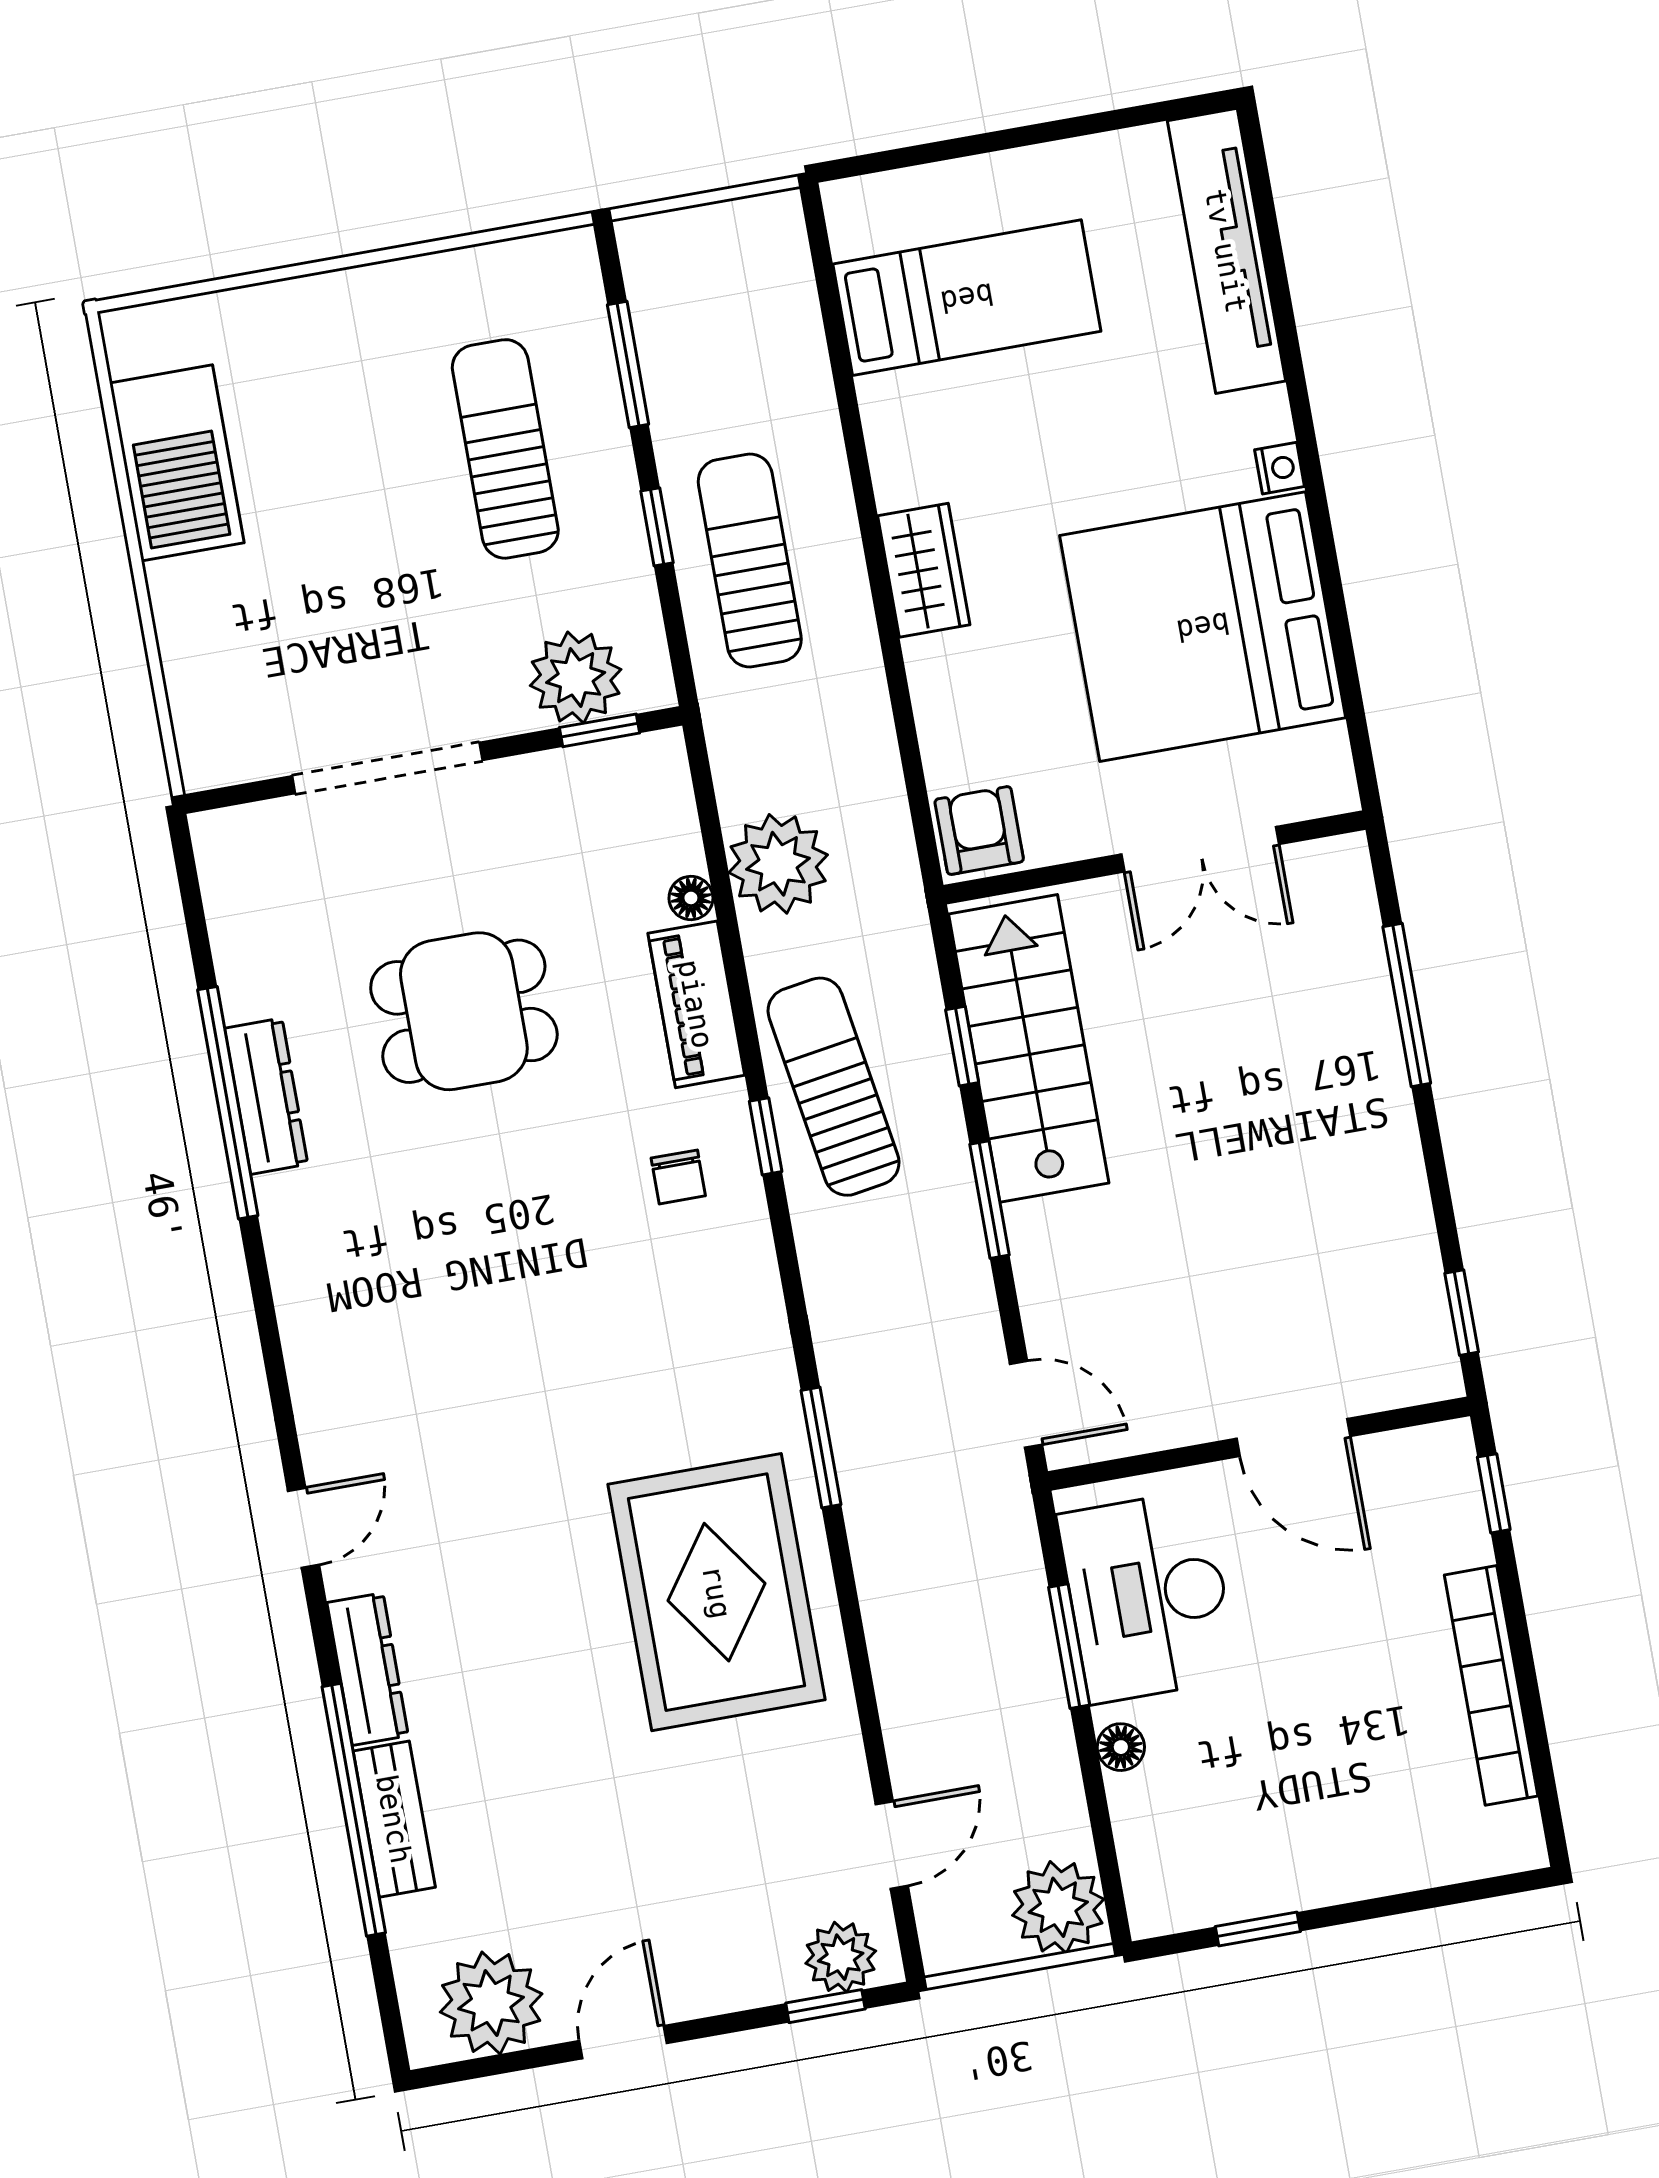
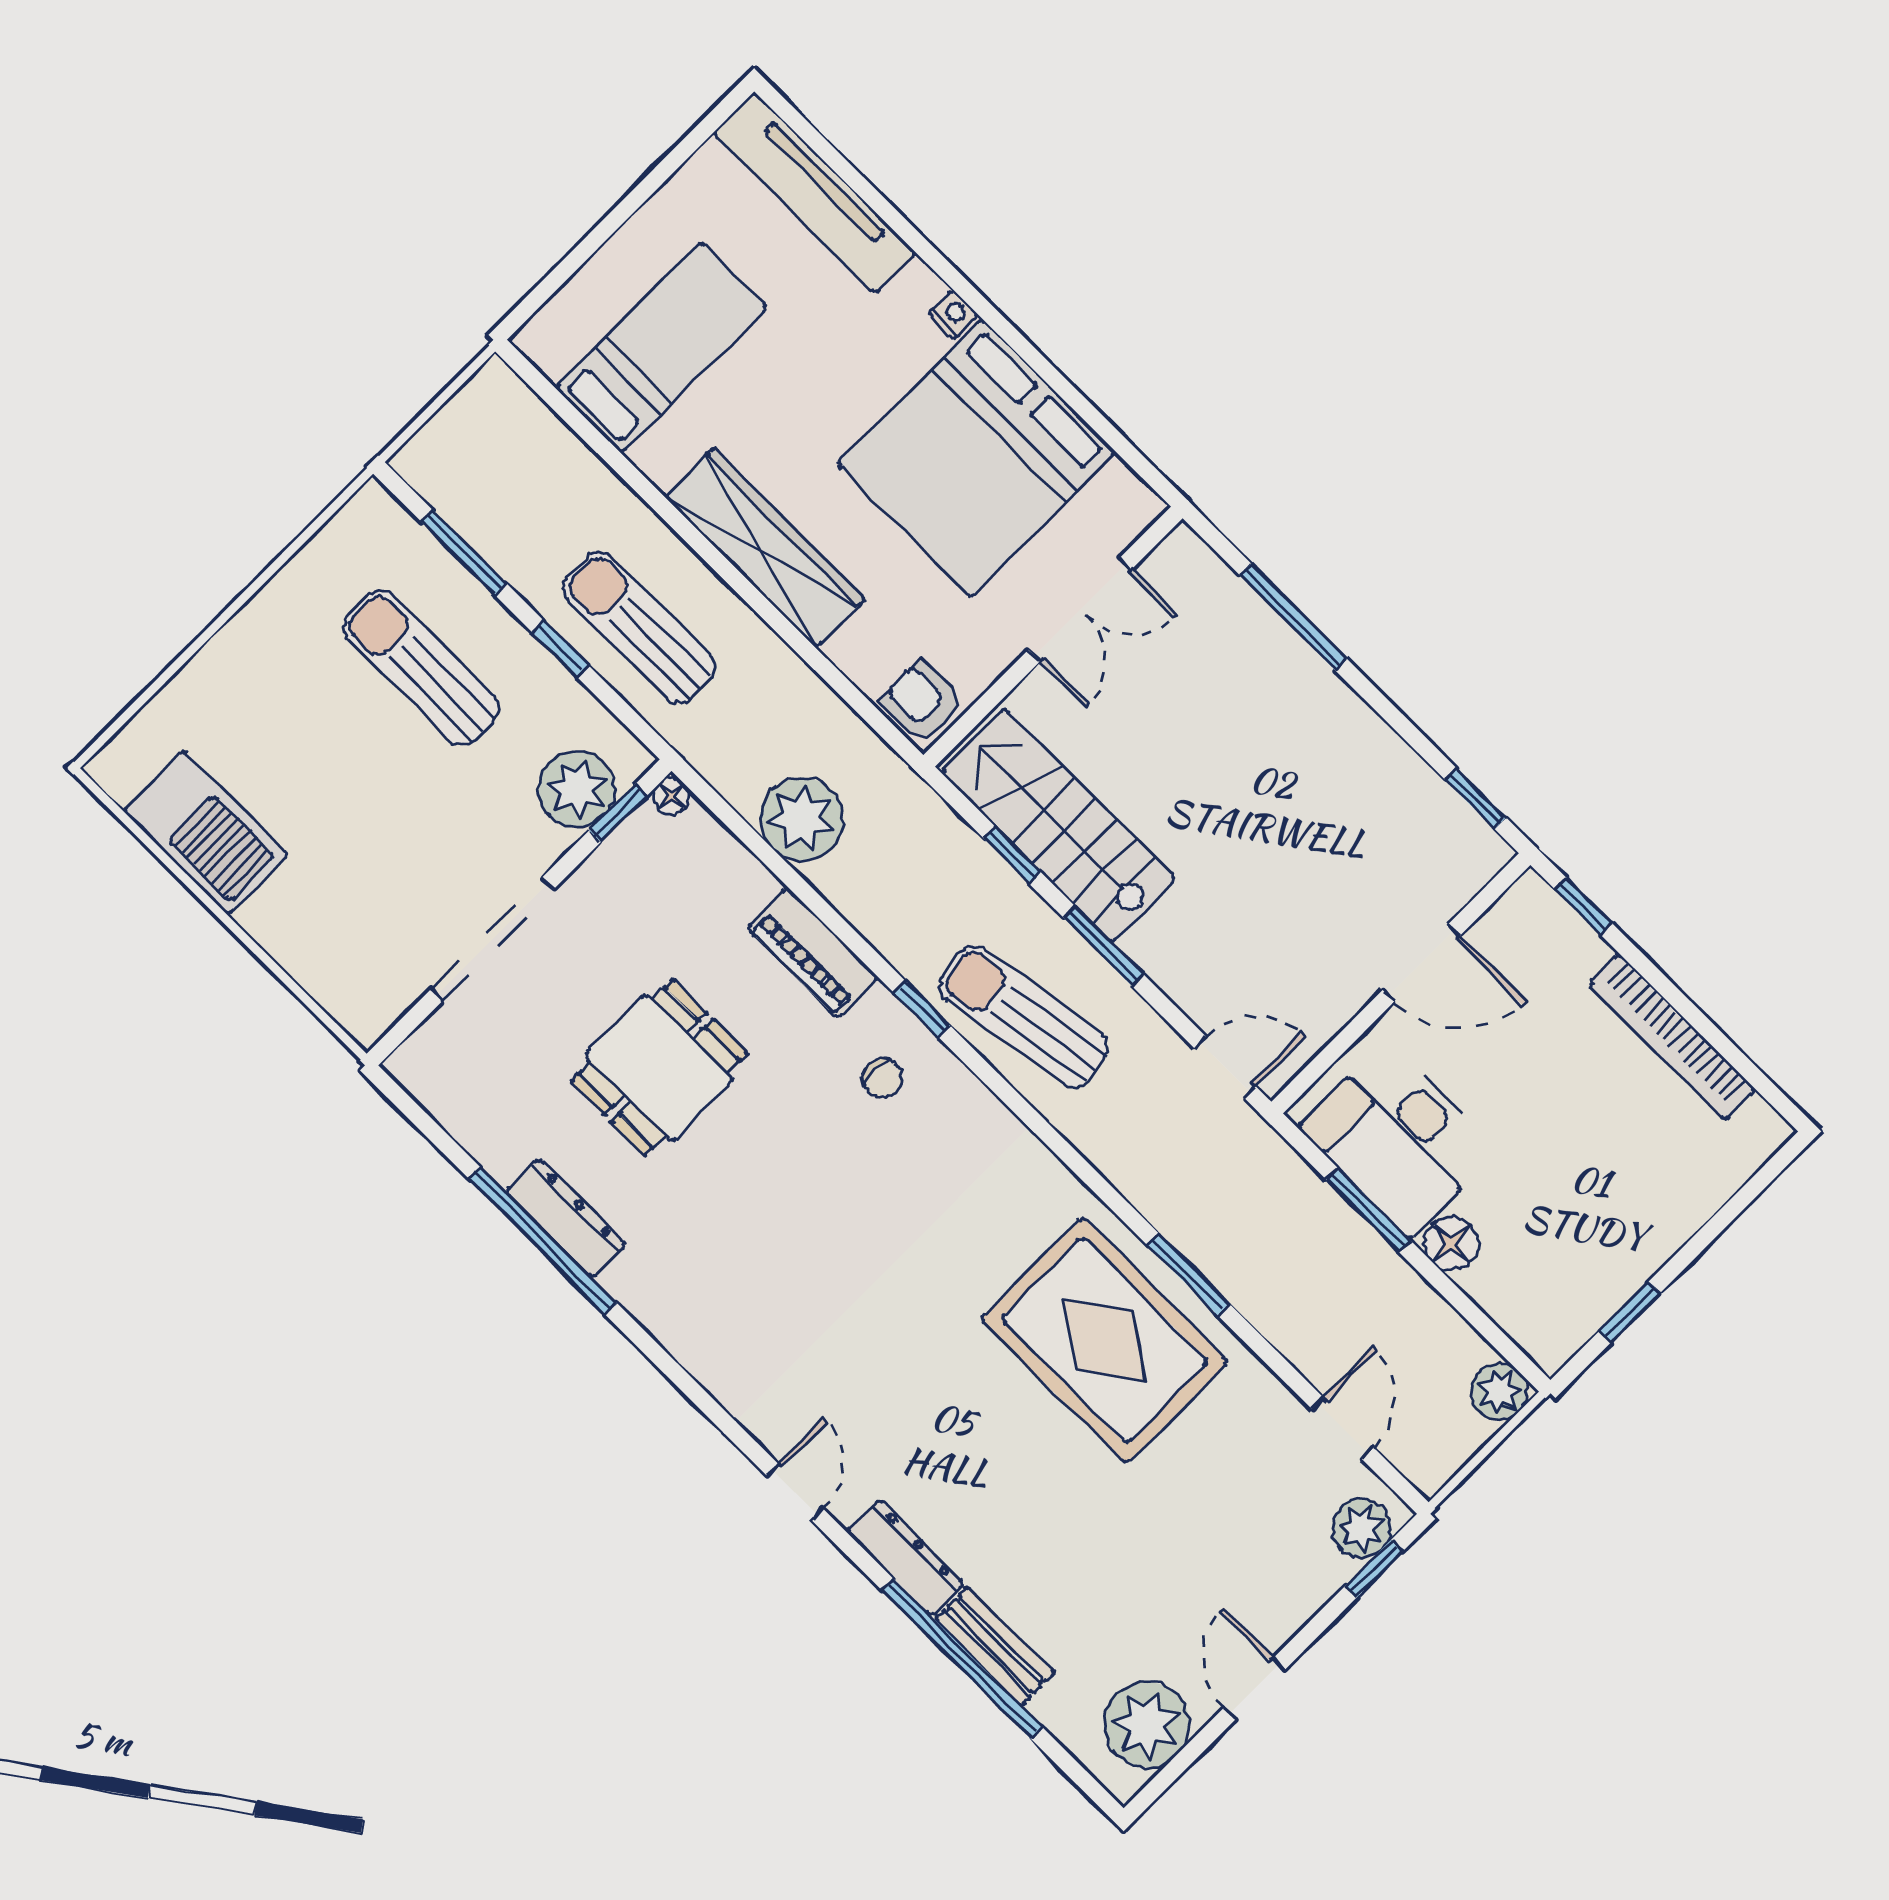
wardrobe: (924, 570) -> (765, 548), width x2.10, depth x1.17
floor lamp: (691, 898) -> (672, 796), moved
sun lounger: (834, 1087) -> (1024, 1017), moved
window: (821, 1447) -> (1189, 1275), moved
floor lamp: (1121, 1747) -> (1451, 1244), width x1.37, depth x1.37
plant: (1058, 1907) -> (1499, 1392), width x0.73, depth x0.73

